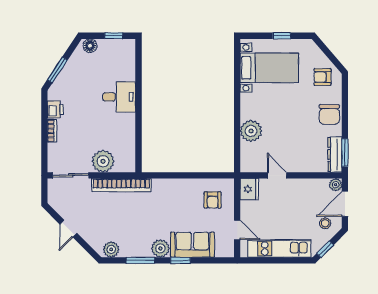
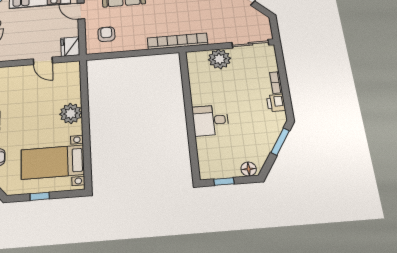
plant: (251, 131) -> (71, 113), moved
bookcase: (121, 185) -> (177, 41), moved

